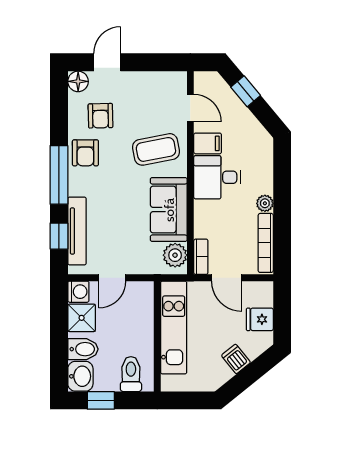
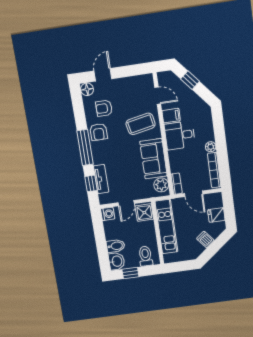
armchair: (100, 116) -> (104, 108), turned 91
tv unit: (77, 231) -> (101, 179), width x0.71
shower: (82, 318) -> (144, 213), moved

